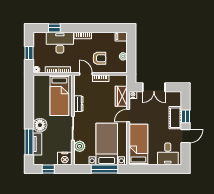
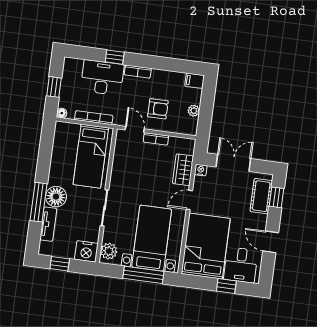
window: (54, 28) -> (115, 57), moved
double door: (154, 87) -> (233, 163), swing flipped
dresser: (78, 104) -> (118, 172), removed
window: (185, 116) -> (277, 197), moved
cot: (175, 118) -> (261, 196), moved
door: (185, 136) -> (271, 242), swing flipped
window: (29, 142) -> (39, 202), moved
bed: (138, 145) -> (206, 246), width x1.50
plant: (80, 146) -> (109, 251), moved
window: (160, 169) -> (226, 286), added

